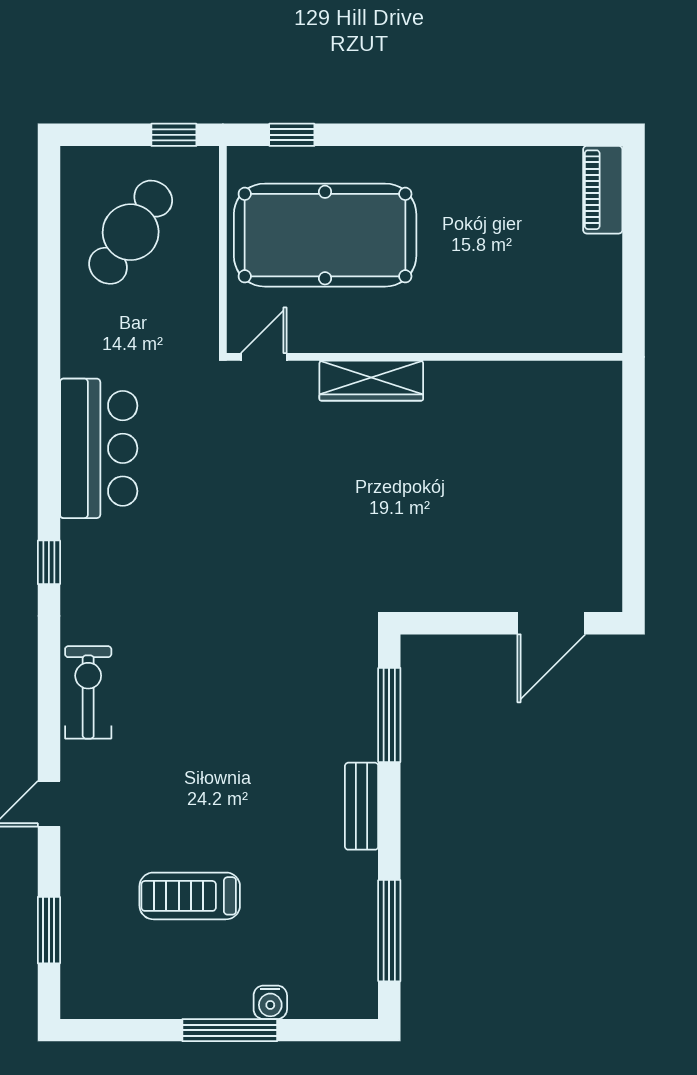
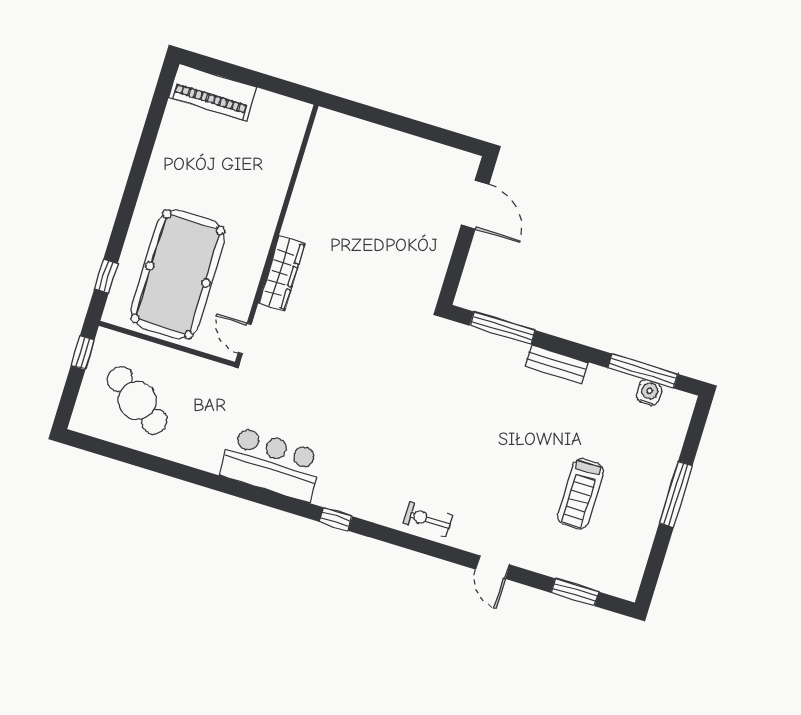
piano: (603, 190) -> (213, 92), width x1.37, depth x1.33
exercise bike: (88, 692) -> (428, 519), width x0.73, depth x0.72
water cooler: (270, 1002) -> (649, 393), moved, turned -90

